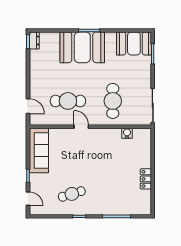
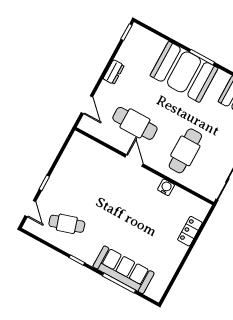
dresser: (34, 40) -> (114, 72), moved
water cooler: (127, 133) -> (166, 187), moved
sofa: (39, 150) -> (124, 270), moved, turned -90
locker: (146, 179) -> (190, 231), moved
cafe table: (72, 194) -> (67, 224), moved

